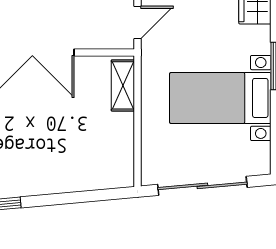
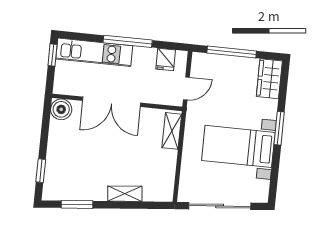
shelving: (65, 182) -> (125, 194), added

